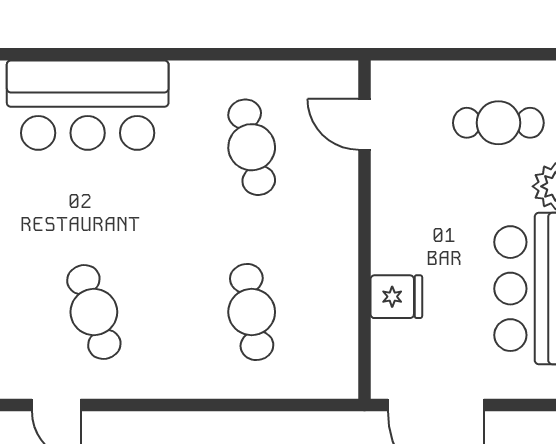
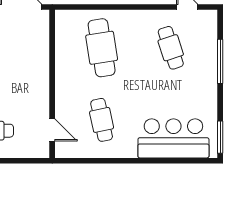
fridge: (396, 297) -> (38, 54), removed
cafe table: (252, 312) -> (102, 48), width x1.37, depth x1.35

